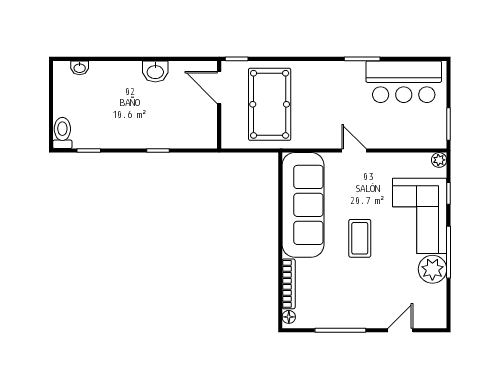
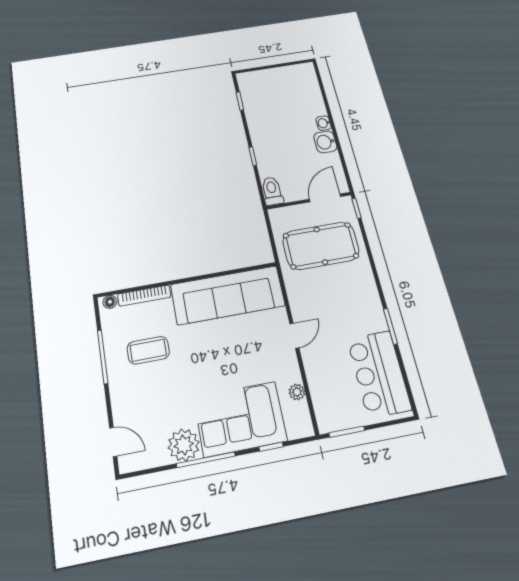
washbasin: (80, 68) -> (324, 123), moved
toilet: (62, 133) -> (272, 191), moved, turned -90
plant: (439, 160) -> (297, 392), moved
coffee table: (360, 238) -> (148, 350), moved
door: (400, 330) -> (113, 442), moved

